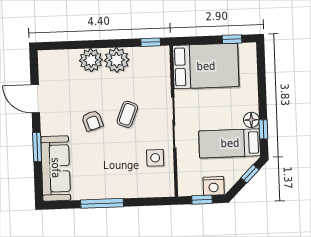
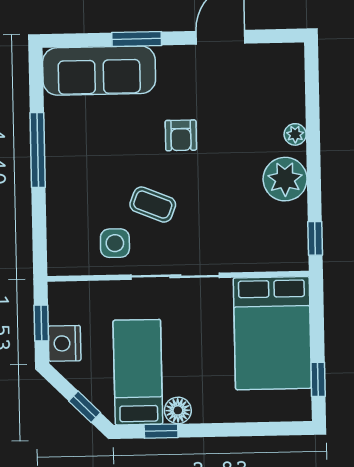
plant: (91, 60) -> (295, 134), width x0.53, depth x0.53
coffee table: (127, 114) -> (153, 205), moved
armchair: (92, 121) -> (181, 135), turned -72

